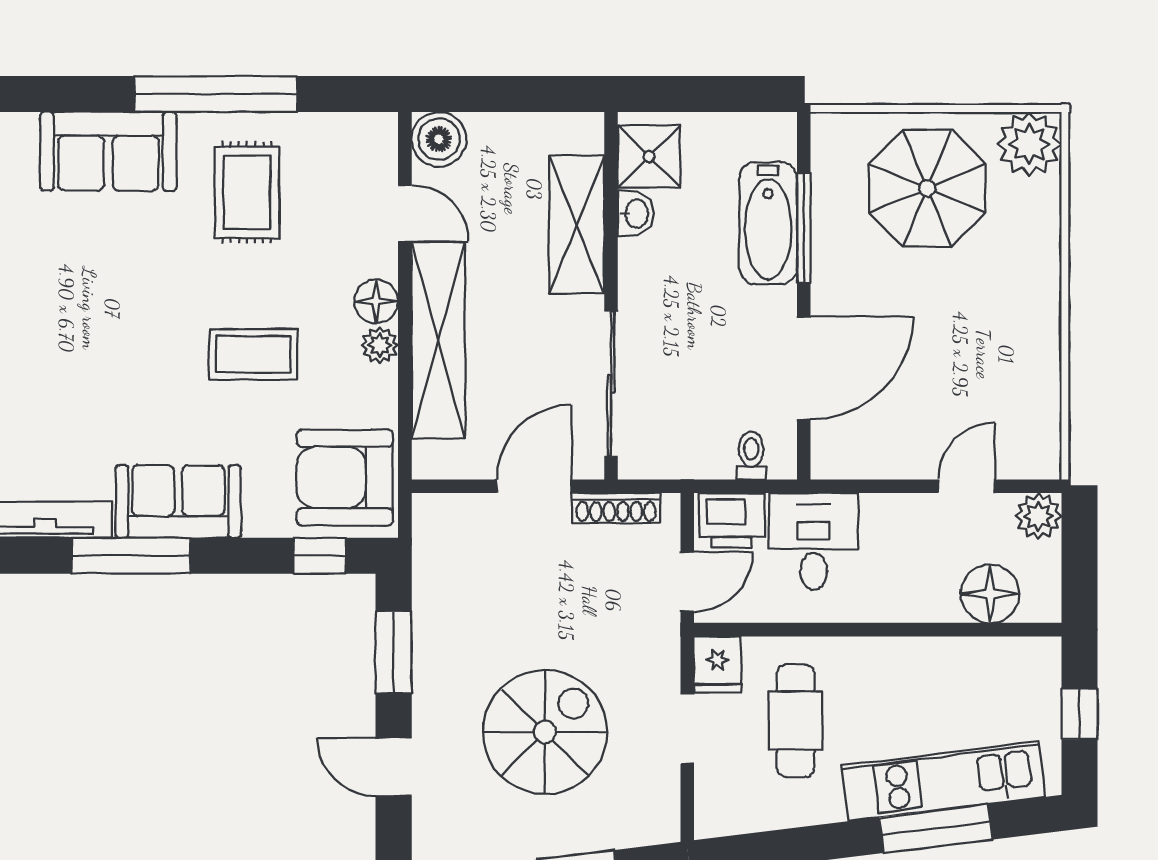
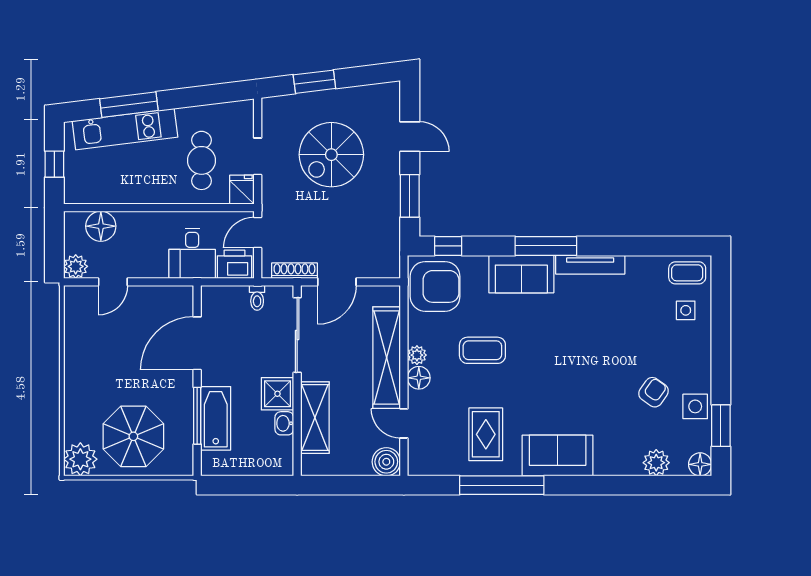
shower: (649, 156) -> (277, 394), moved
toilet: (751, 456) -> (257, 298), moved

